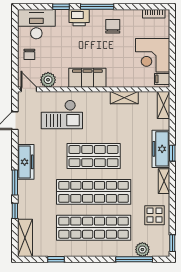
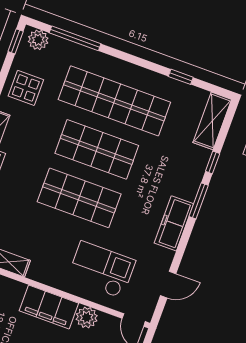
plant: (48, 80) -> (87, 317), moved
shop shelf: (94, 192) -> (97, 149), width x0.71
plant: (142, 250) -> (38, 40), moved

